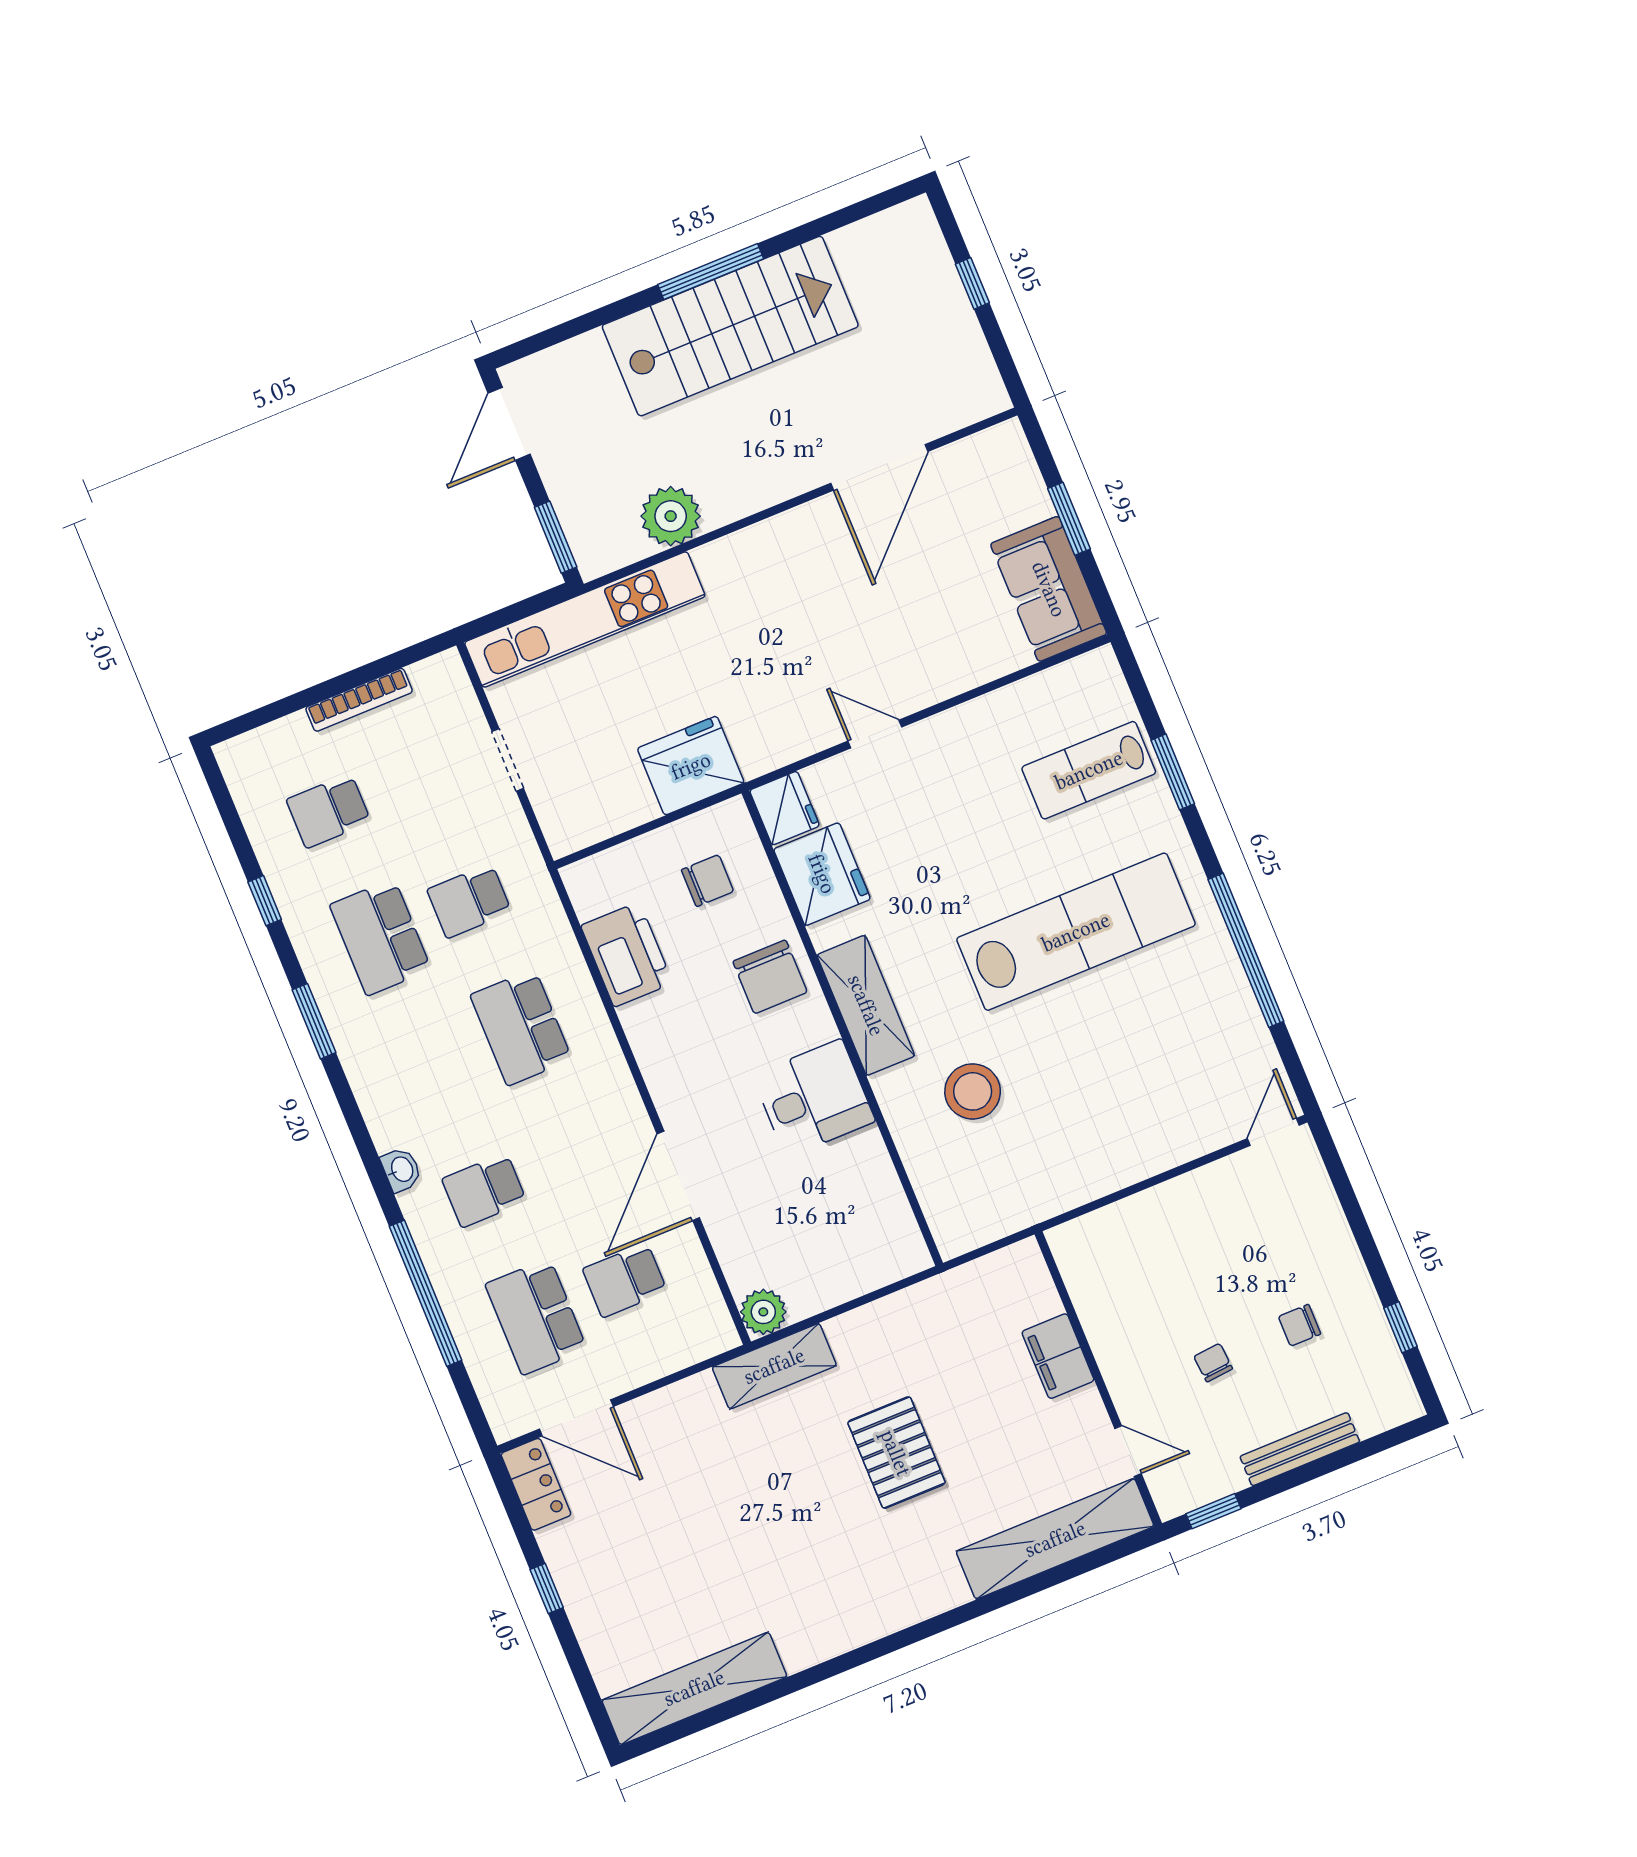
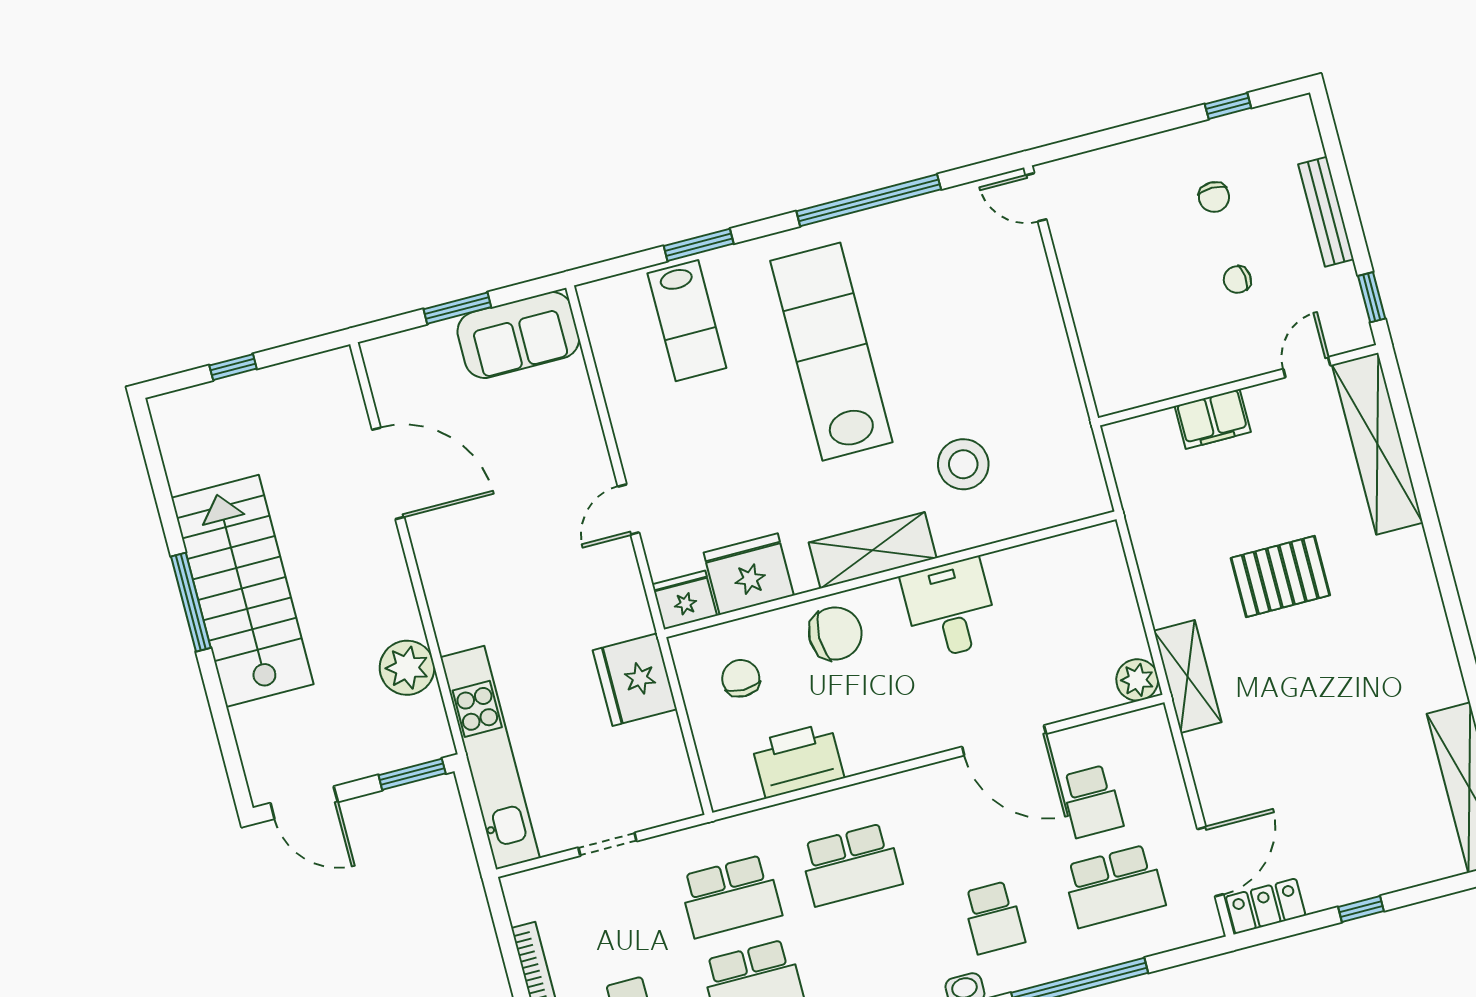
school desk: (469, 901) -> (730, 896), width x1.85

